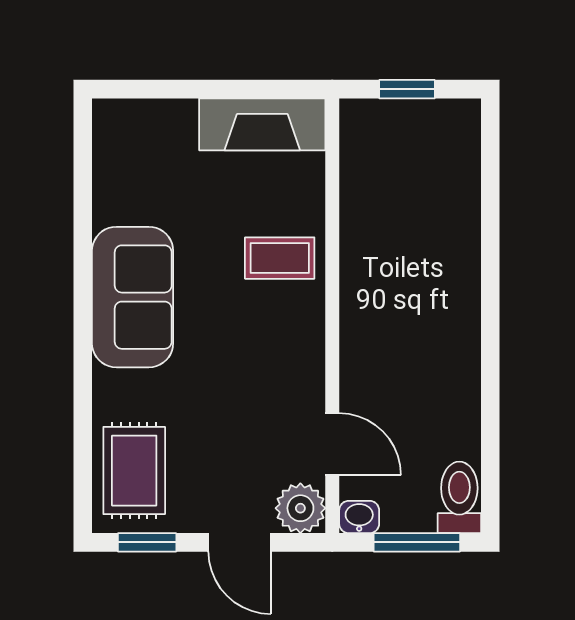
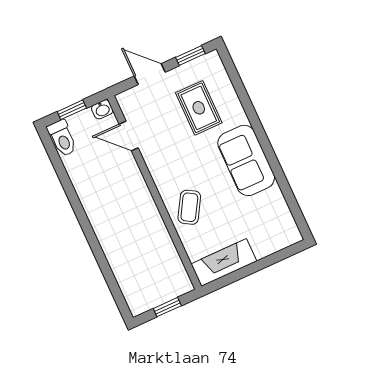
coffee table: (280, 258) -> (189, 207), turned -59
rug: (134, 471) -> (199, 108), moved
plant: (300, 508) -> (130, 101), removed
window: (417, 542) -> (72, 110), width x0.67

